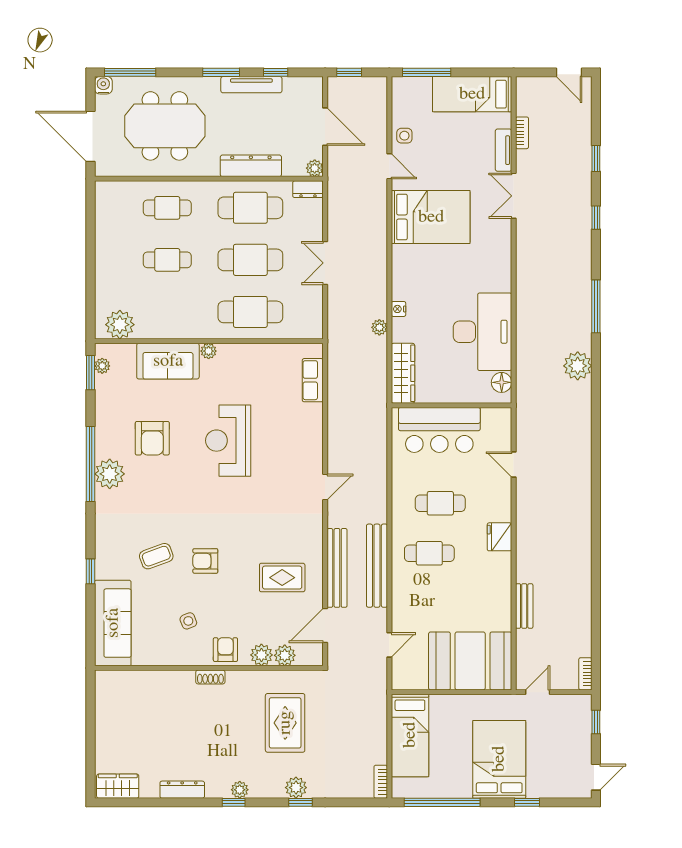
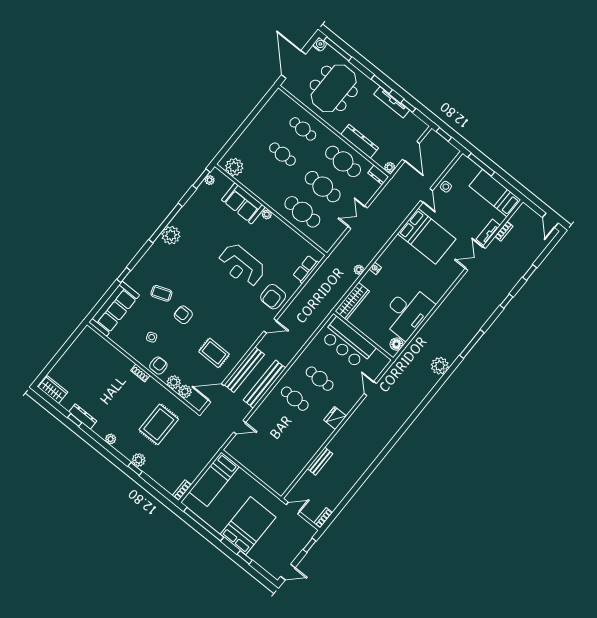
meeting table: (165, 126) -> (334, 88), turned 90
armchair: (152, 438) -> (273, 297), moved
reception desk: (228, 441) -> (241, 265), turned -90
booth: (470, 661) -> (272, 467), removed
window: (234, 802) -> (75, 420), moved

